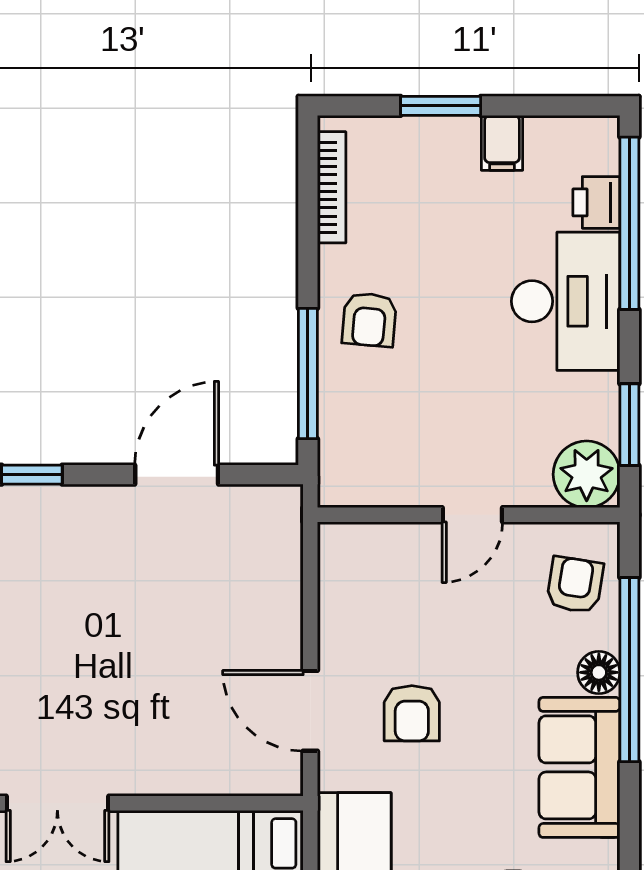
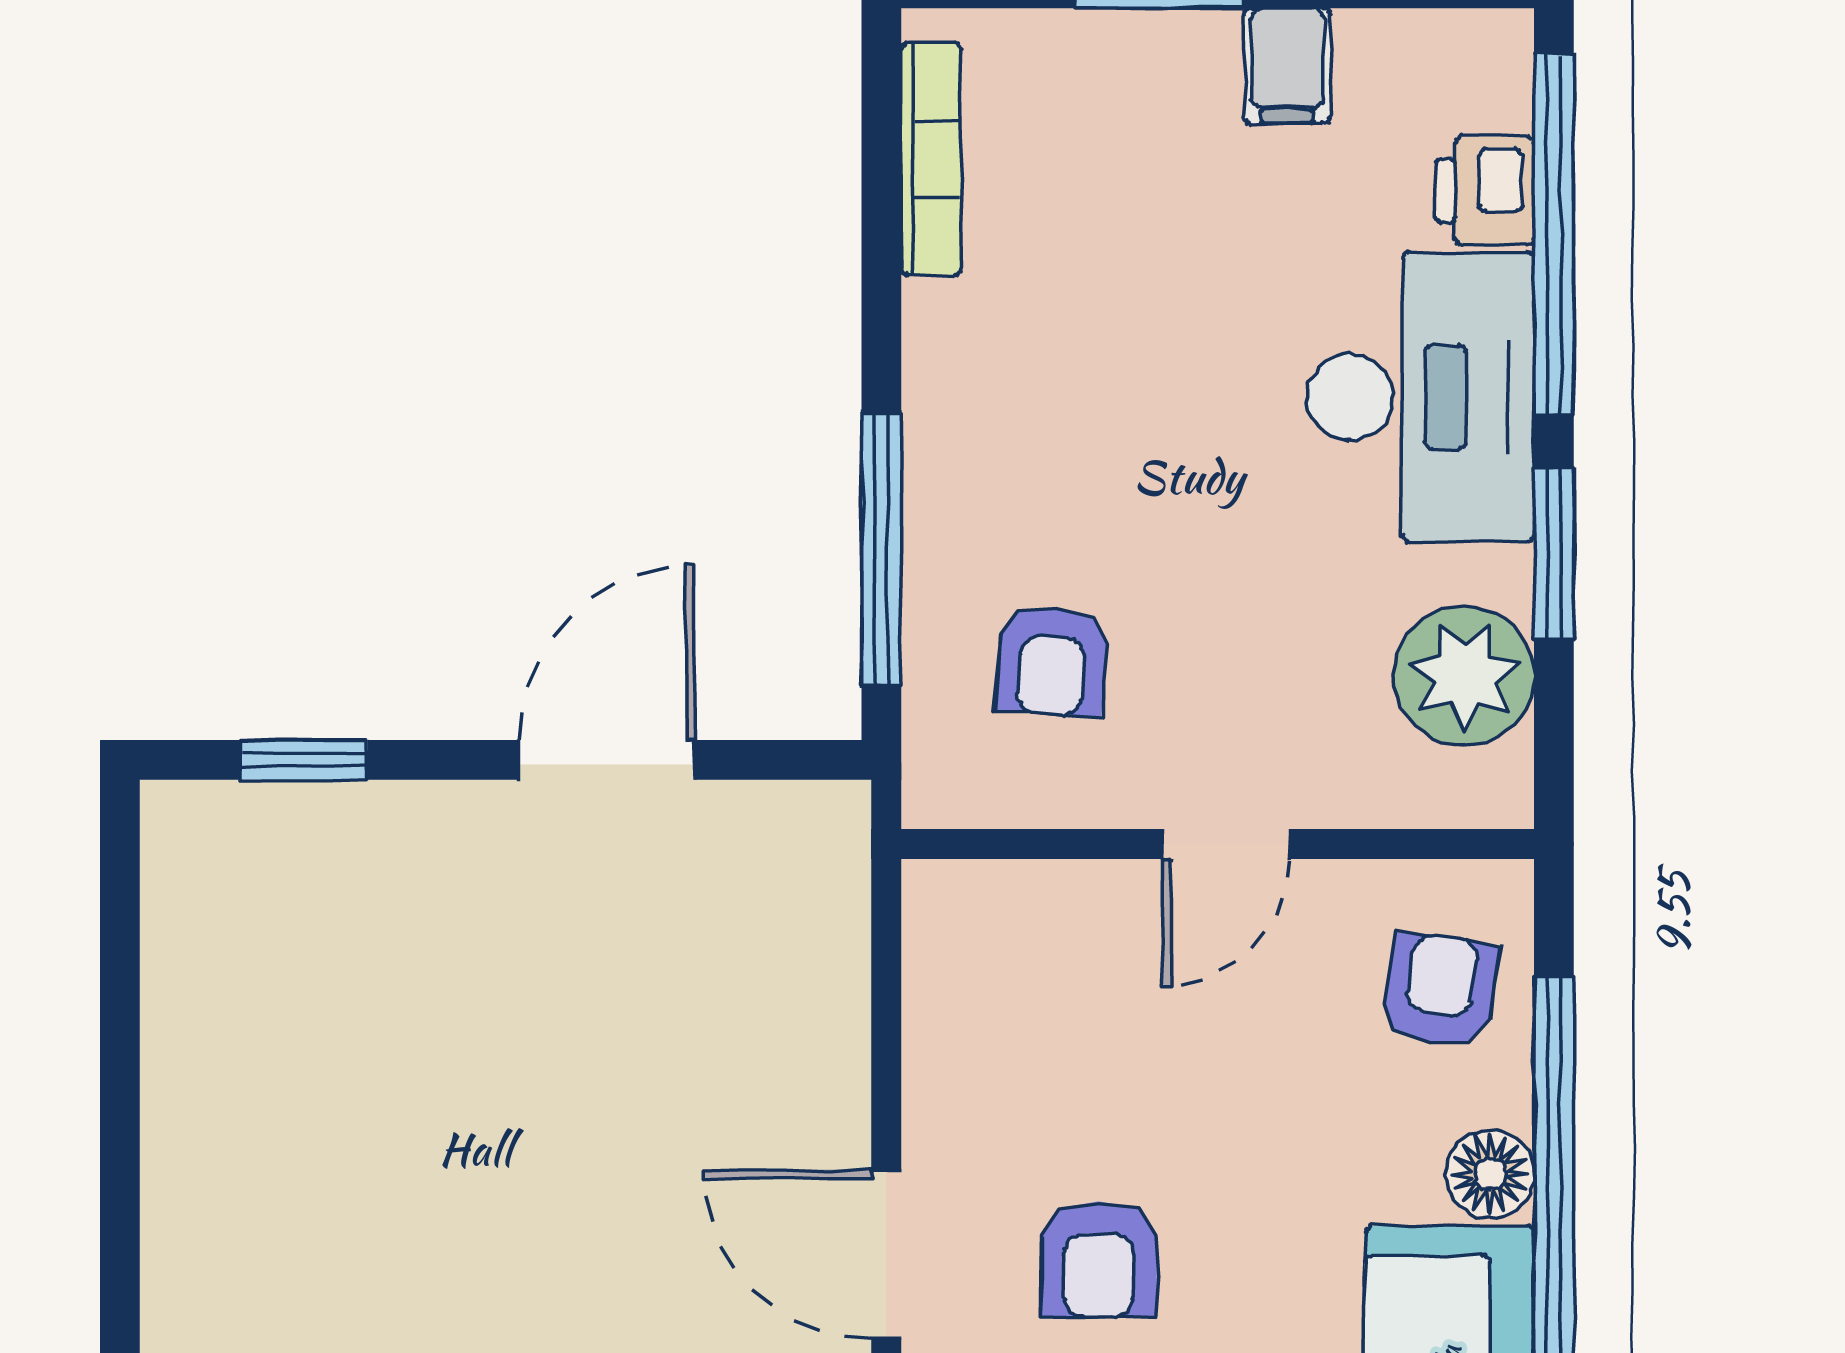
armchair: (369, 320) -> (1052, 661), moved
window: (629, 425) -> (1554, 554), moved
plant: (587, 474) -> (1464, 676), moved

